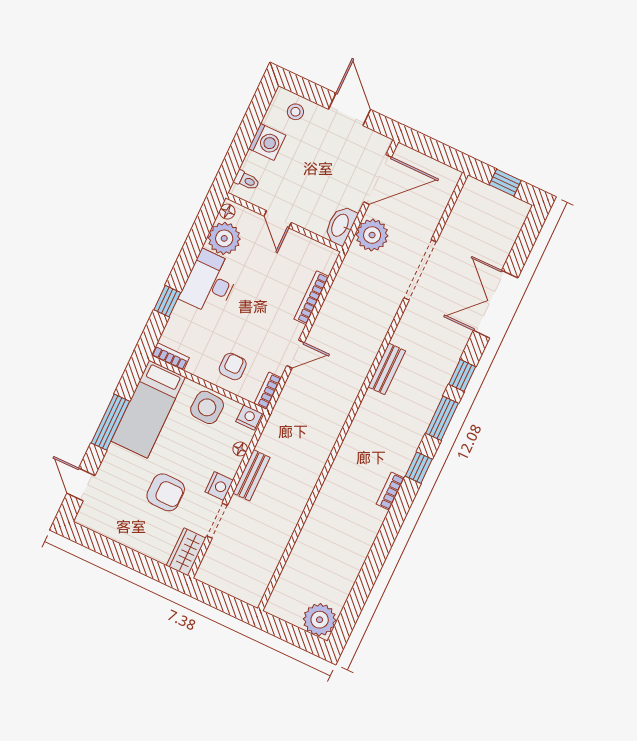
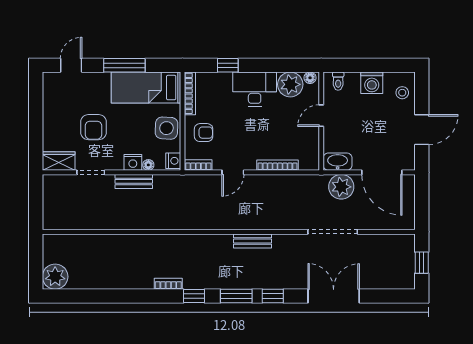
door: (295, 354) -> (233, 172), hinge flipped
bookcase: (170, 357) -> (190, 93), width x1.56
nightstand: (219, 486) -> (133, 162), moved

